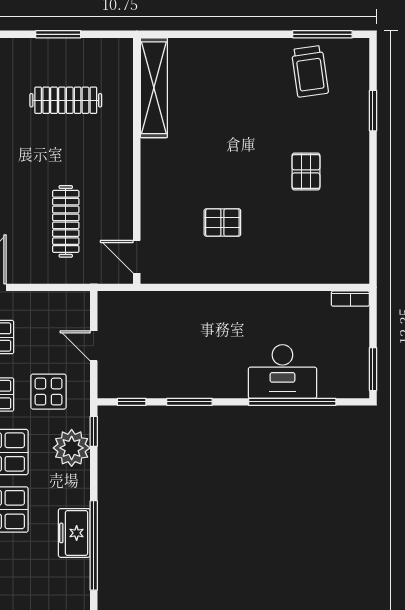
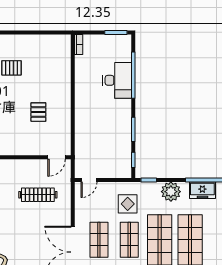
door: (94, 346) -> (89, 180), moved
plant: (72, 448) -> (171, 192), moved

